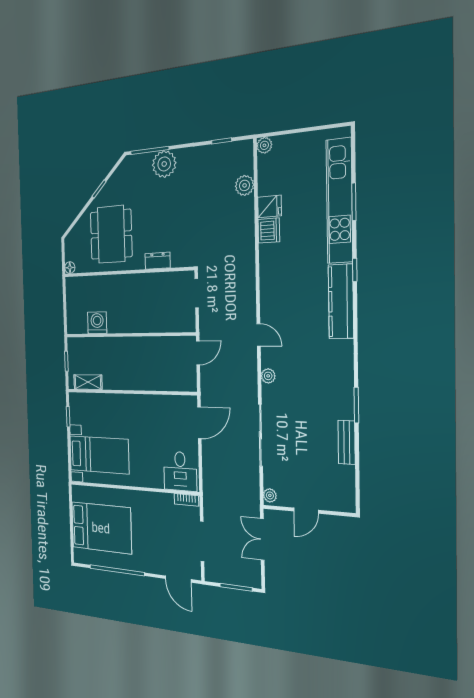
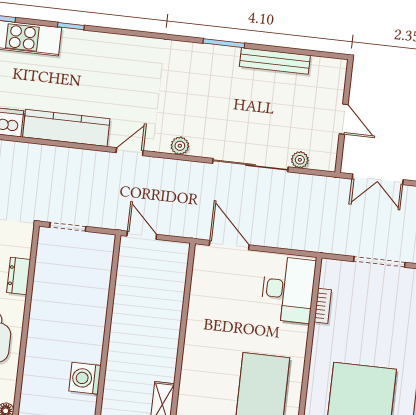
kitchen counter: (341, 301) -> (66, 128), moved, turned 180
bench: (347, 442) -> (275, 61), width x1.36
desk: (180, 471) -> (288, 289), width x1.37
plant: (270, 495) -> (300, 160), moved
bookcase: (186, 500) -> (323, 306), moved

